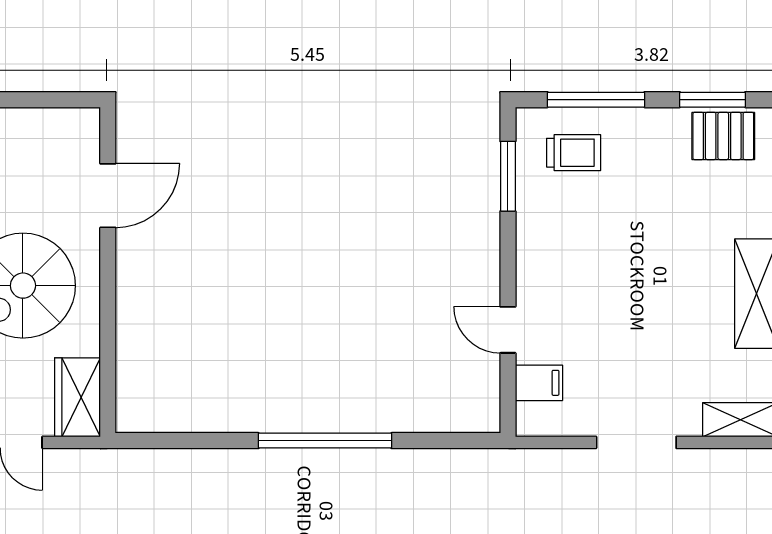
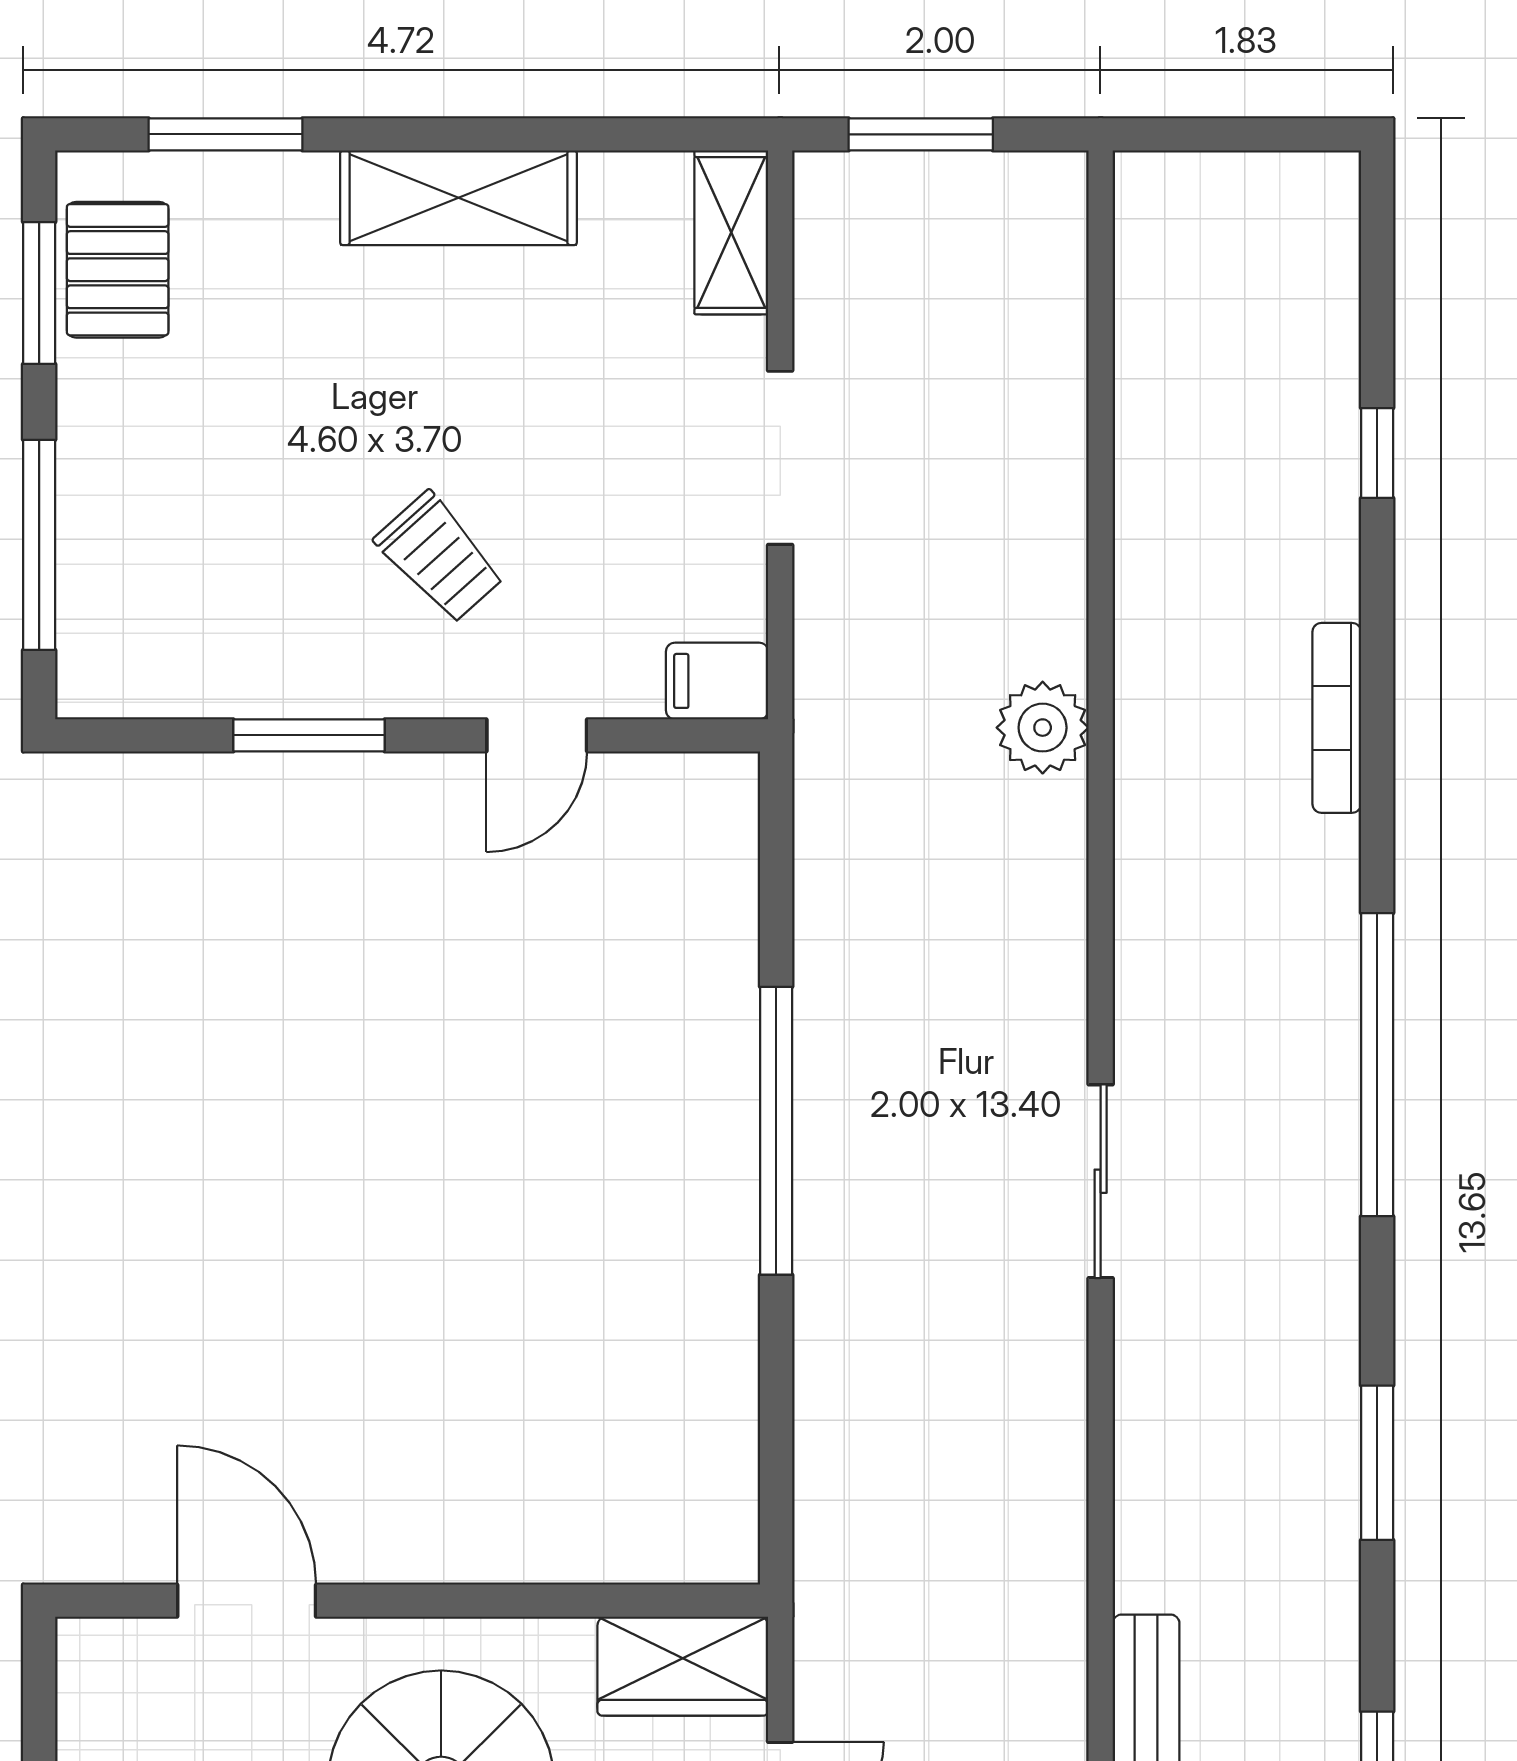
trolley: (574, 153) -> (440, 557), moved, turned 138
window: (508, 176) -> (309, 735), moved
filing cabinet: (539, 383) -> (717, 681), moved, turned -90

